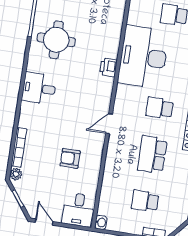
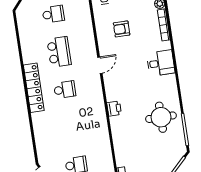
desk: (143, 57) -> (90, 125), removed
desk: (39, 88) -> (161, 63), moved
armchair: (70, 158) -> (122, 29), turned 180

